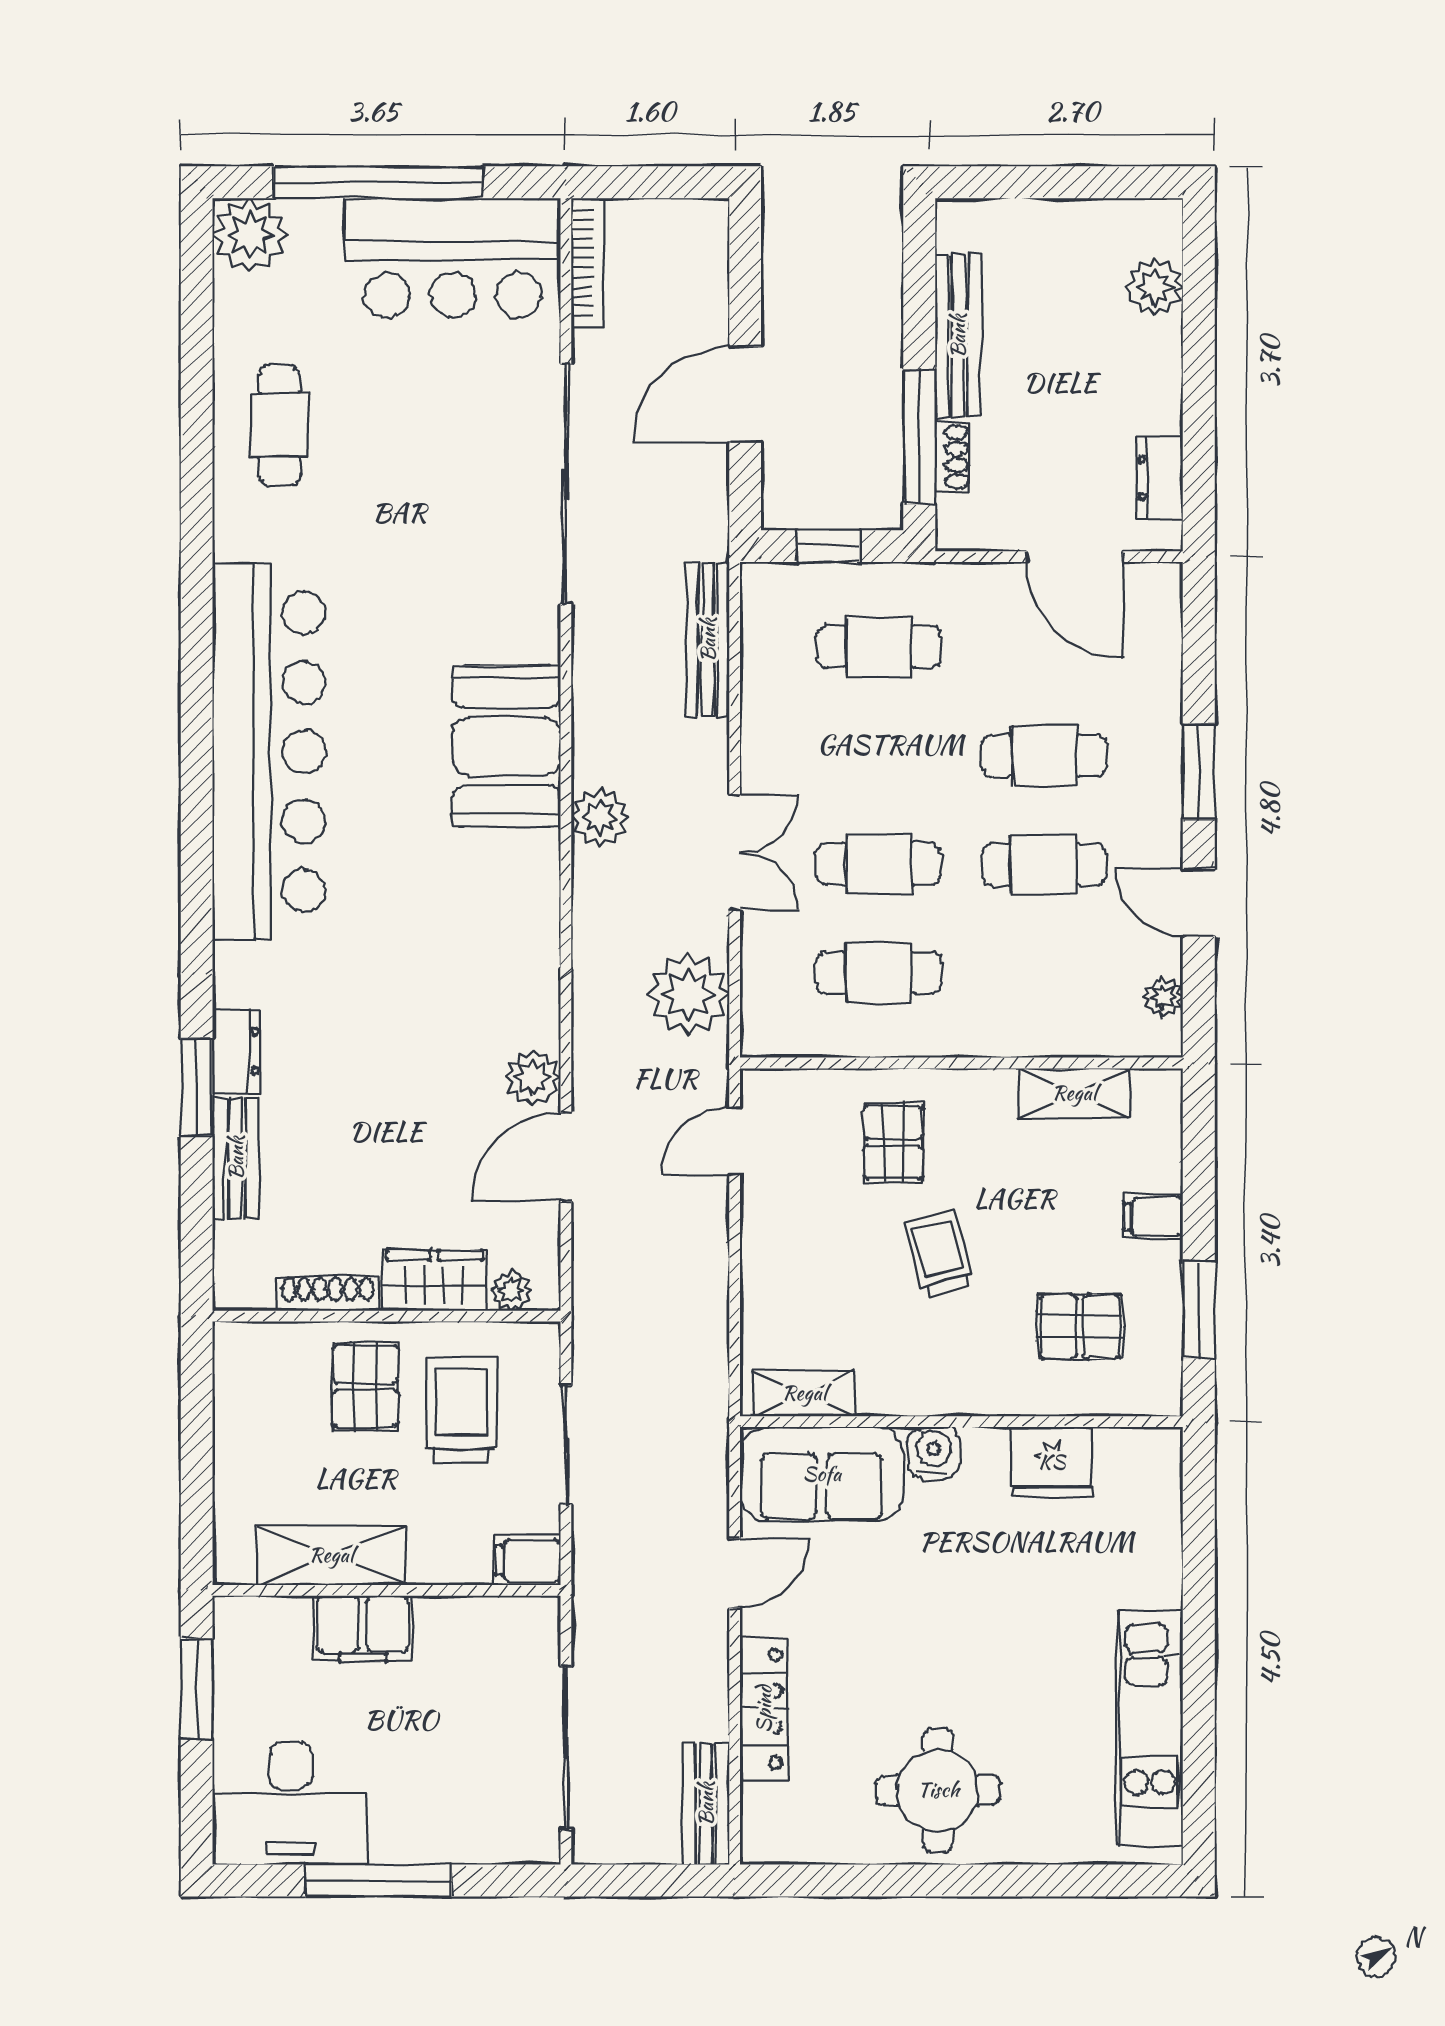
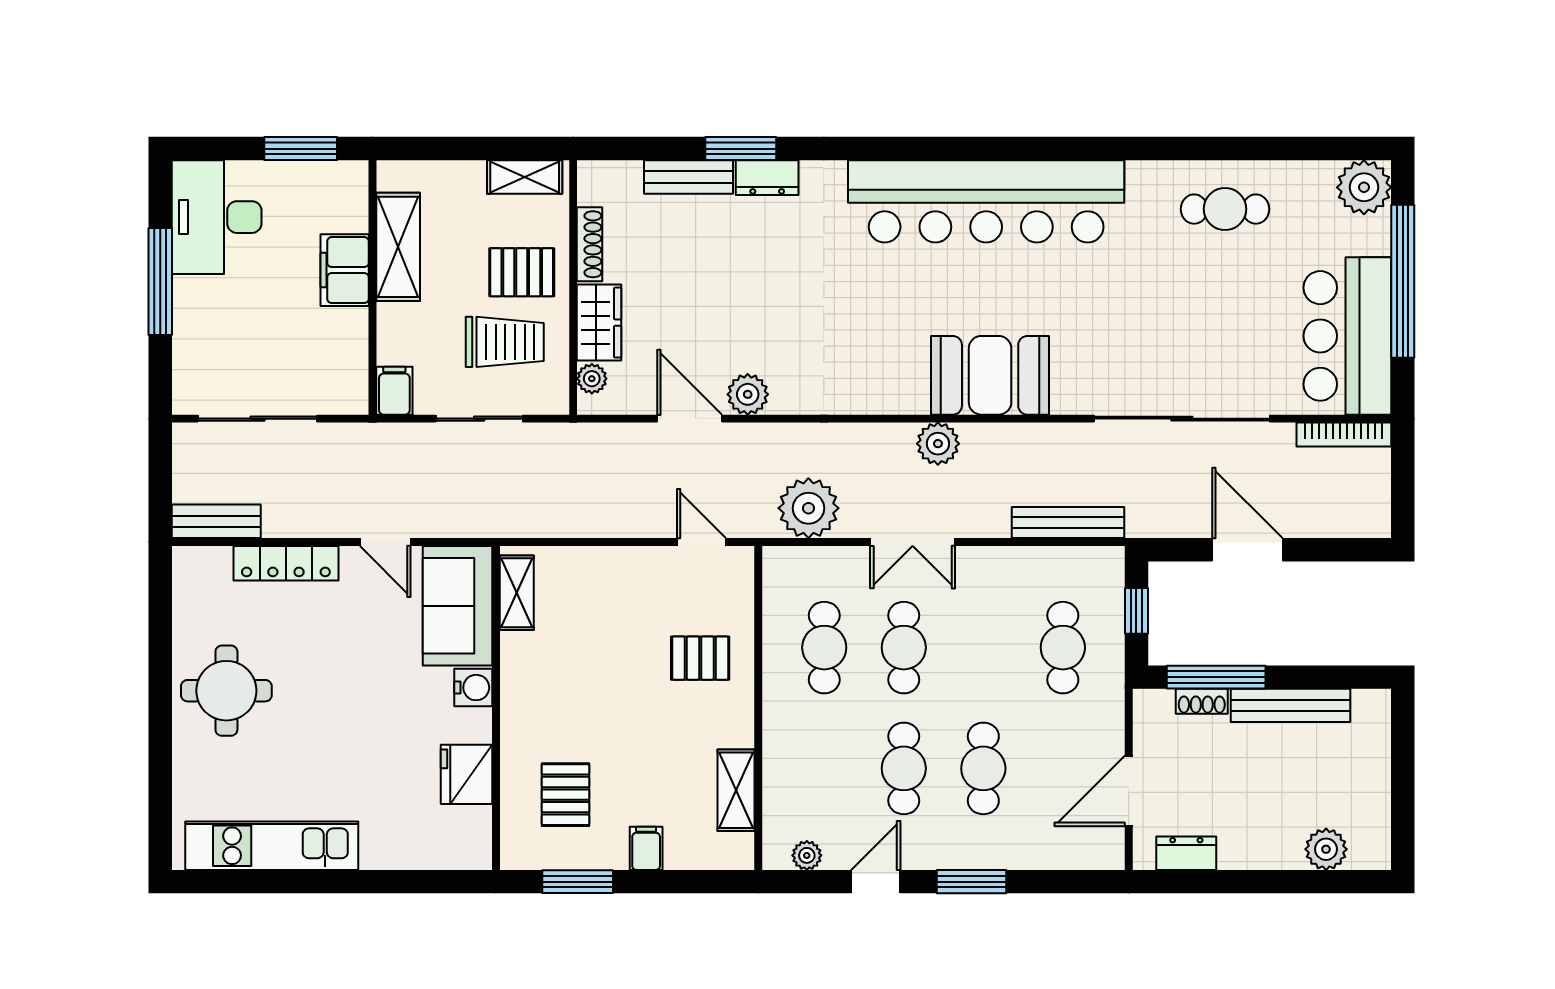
trolley: (939, 1254) -> (619, 692), removed
shelving: (236, 1383) -> (525, 177), added

